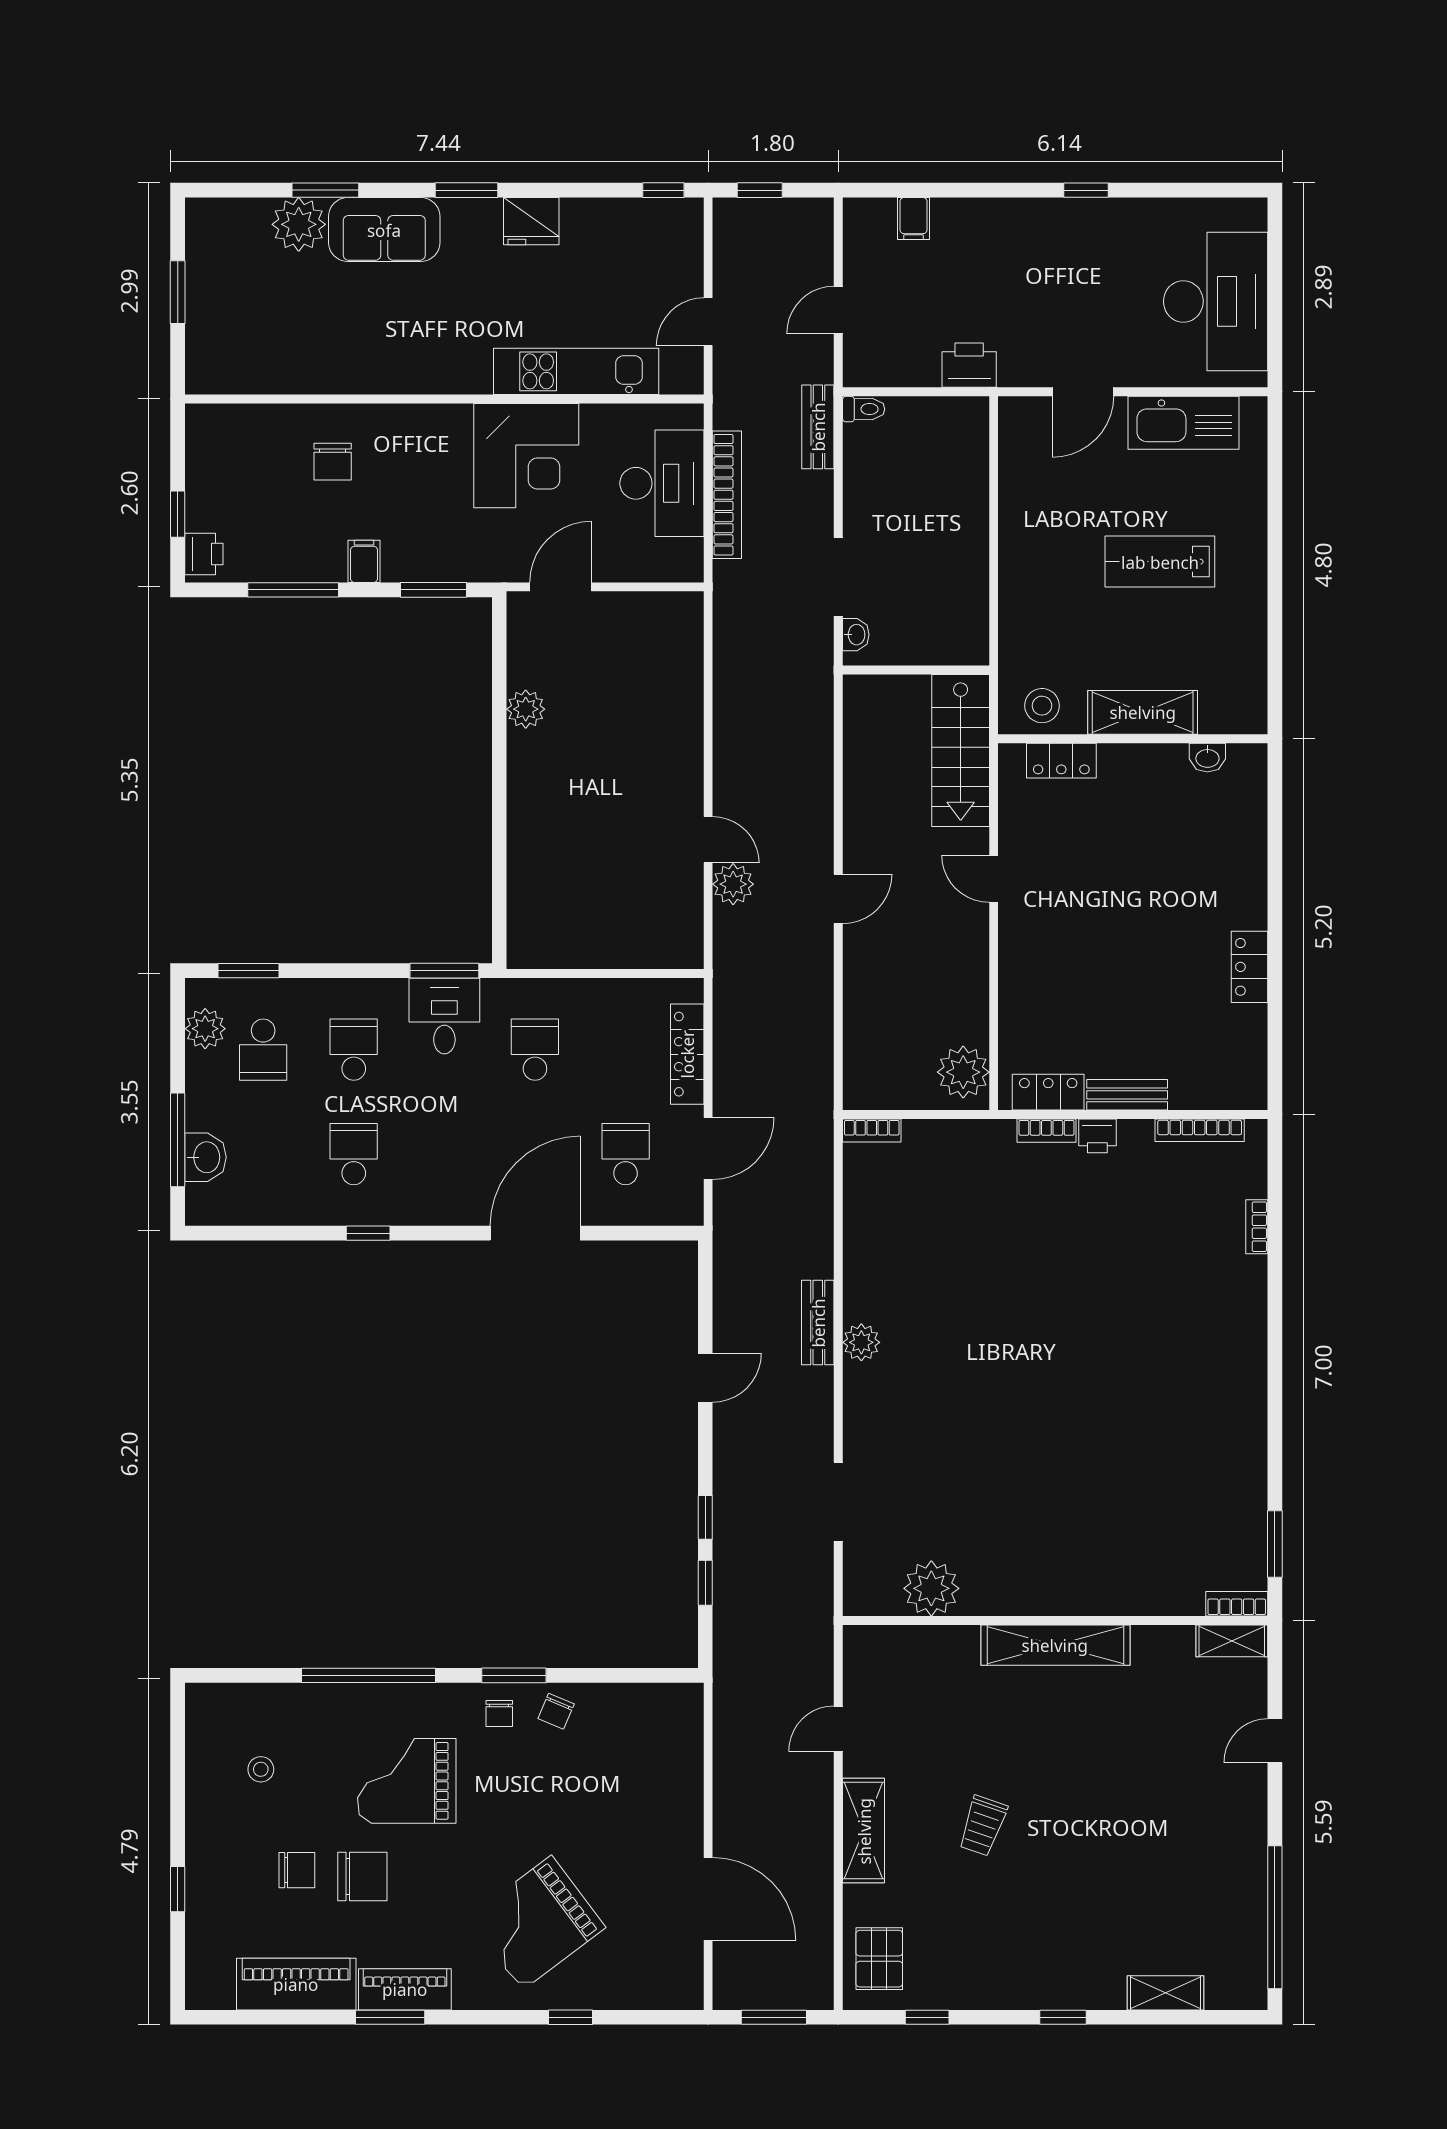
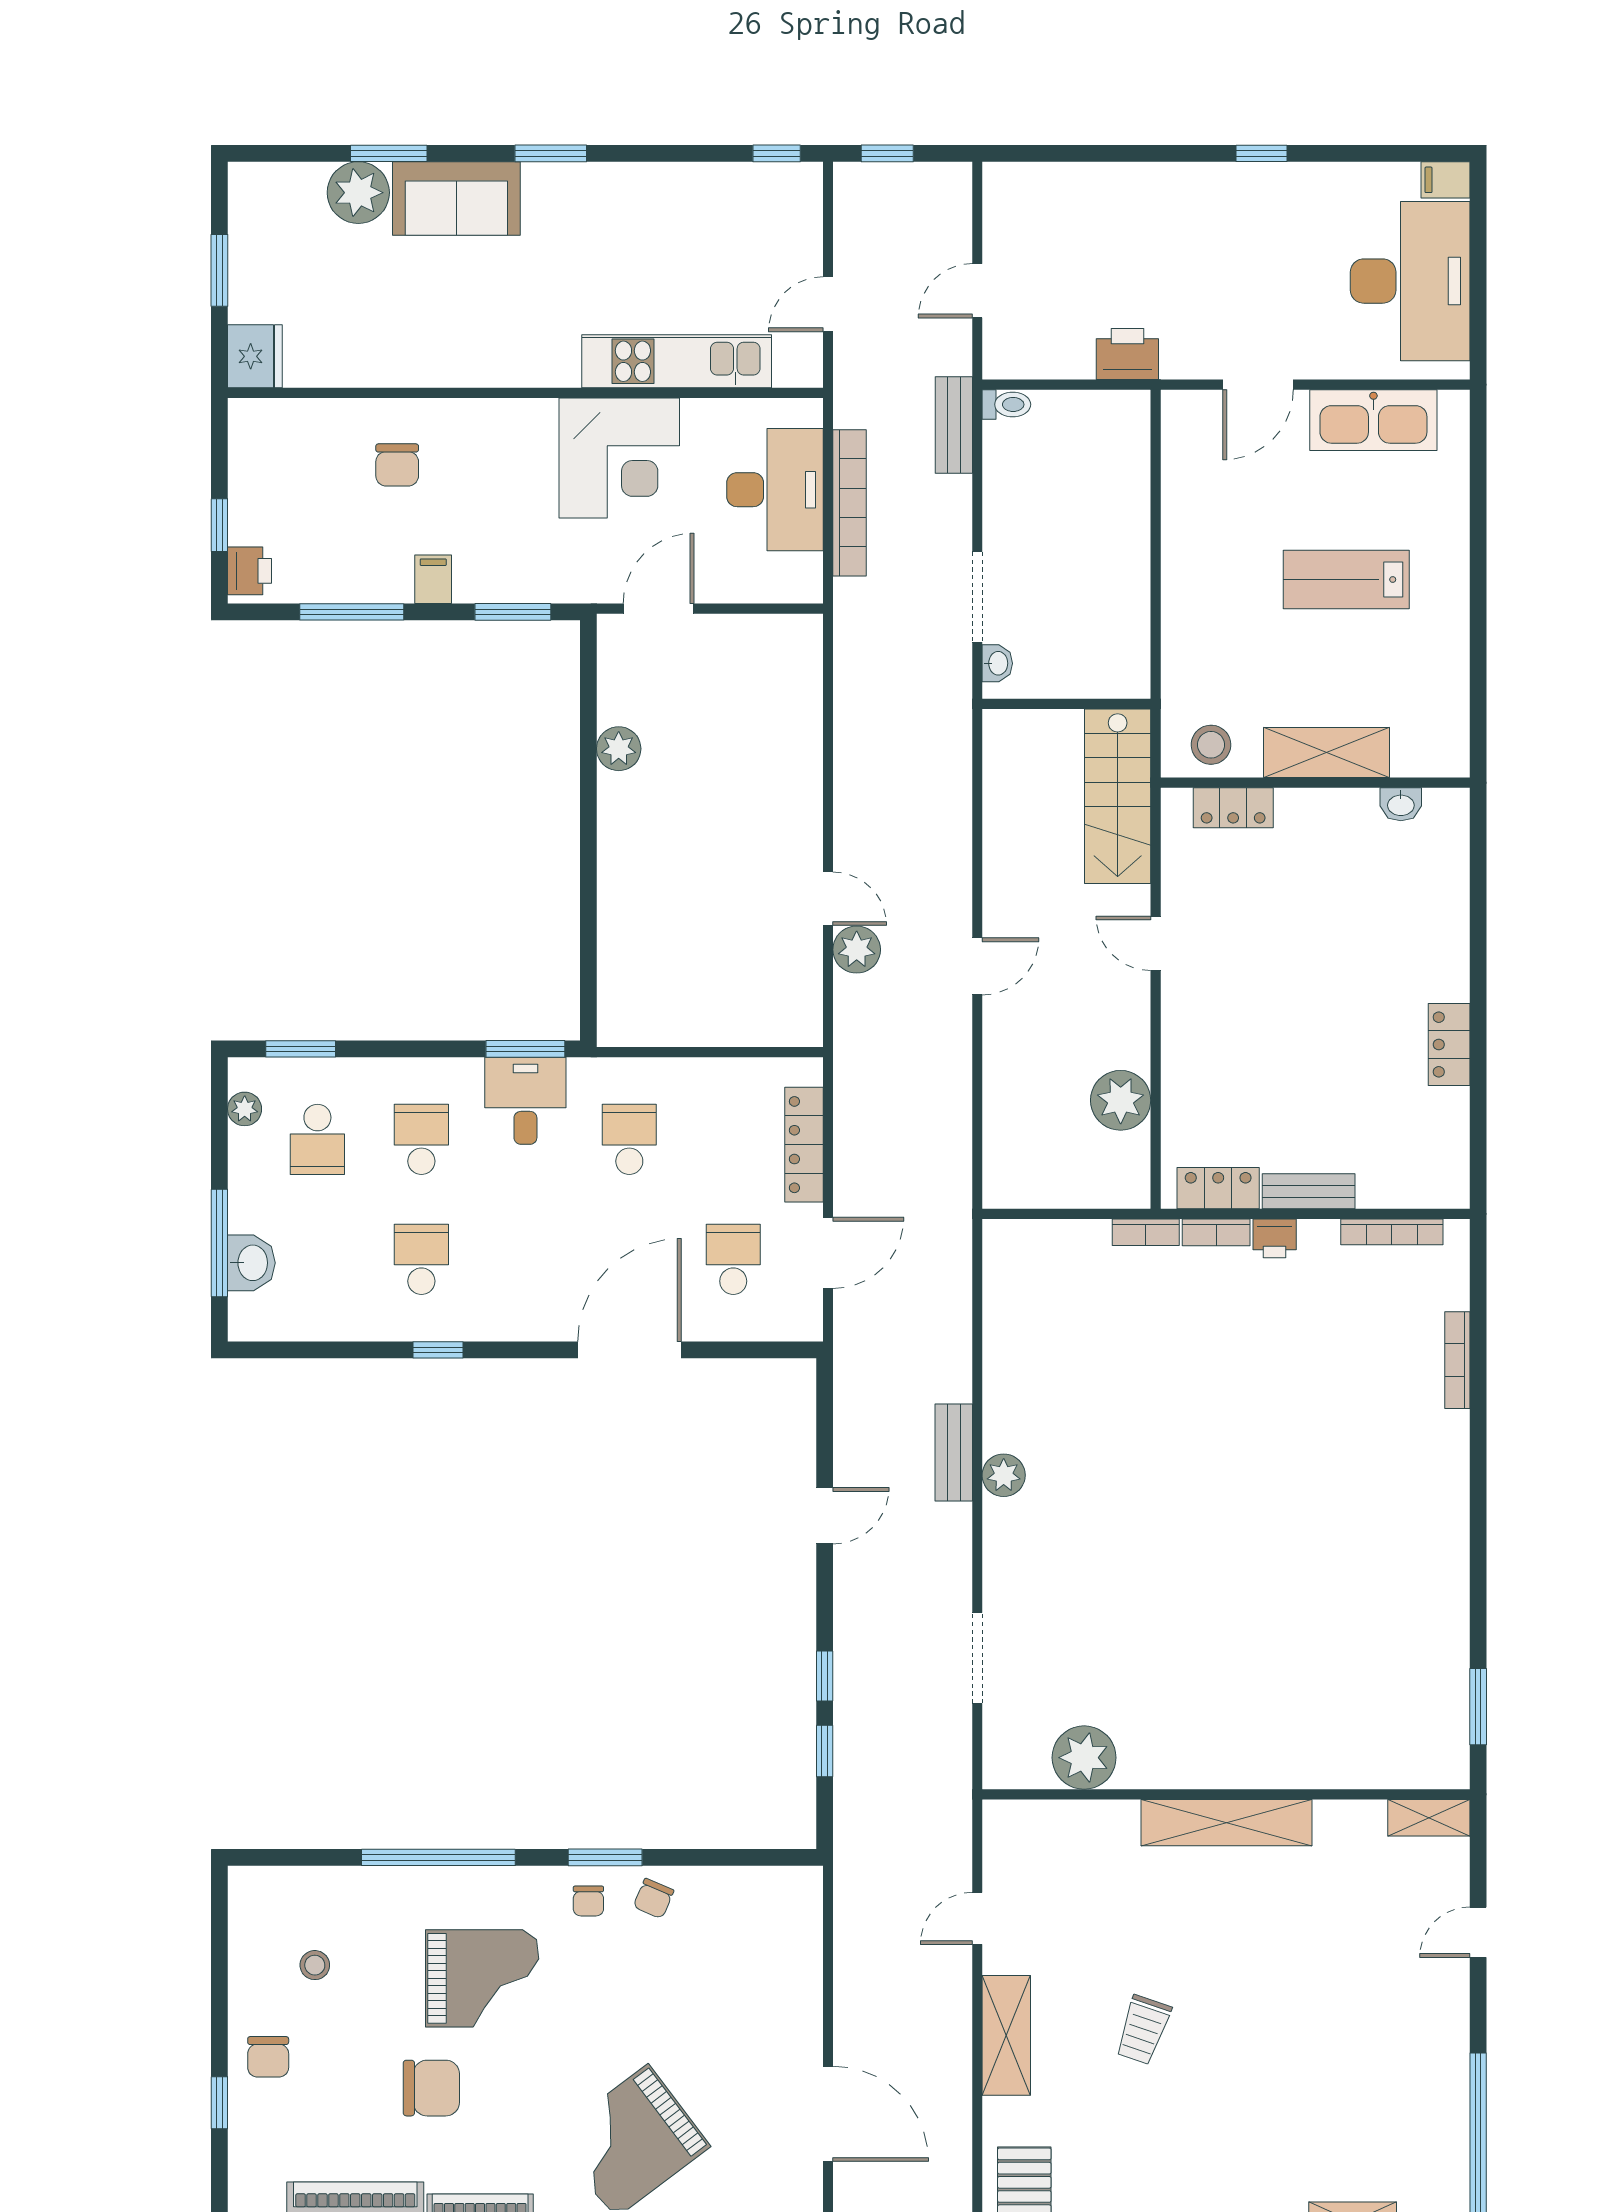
filing cabinet: (914, 219) -> (1445, 180), moved, turned 90
fridge: (531, 221) -> (255, 356), moved, turned -90
plant: (205, 1029) -> (245, 1109), width x0.73, depth x0.73
plant: (963, 1072) -> (1121, 1100), moved
bookcase: (872, 1131) -> (1146, 1232), moved
bookcase: (1257, 1227) -> (1457, 1360), width x1.56
bookcase: (1237, 1604) -> (1434, 1775), removed
grand piano: (407, 1781) -> (482, 1978), turned 180
chair: (297, 1870) -> (268, 2057), moved, turned 90

